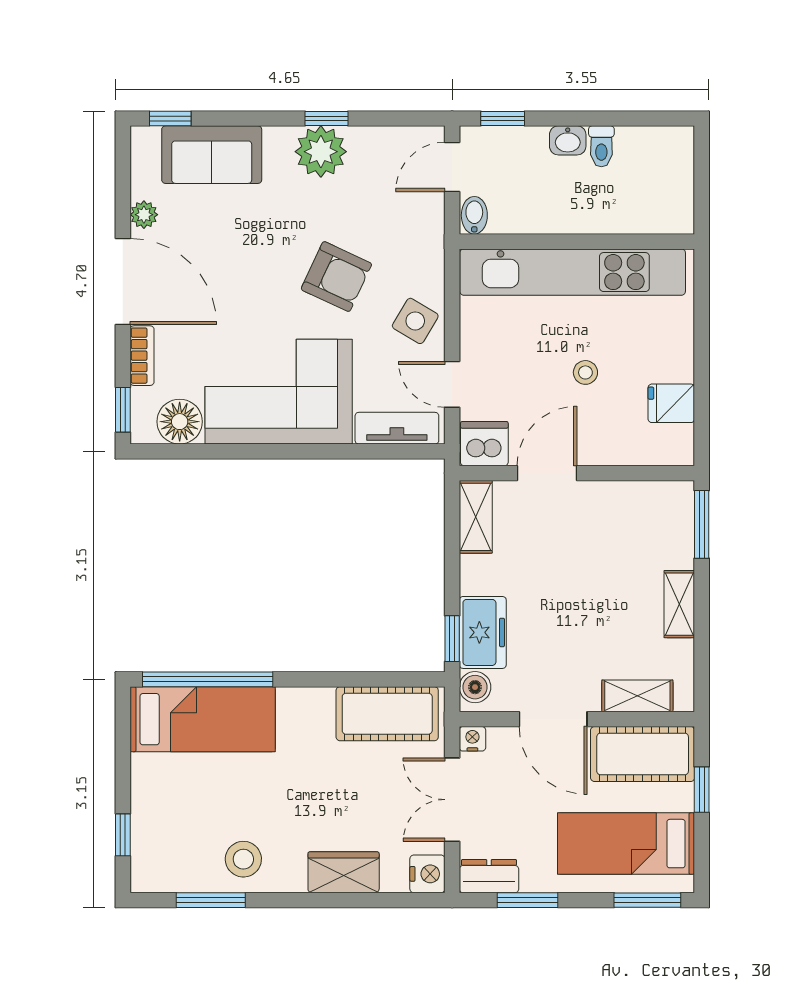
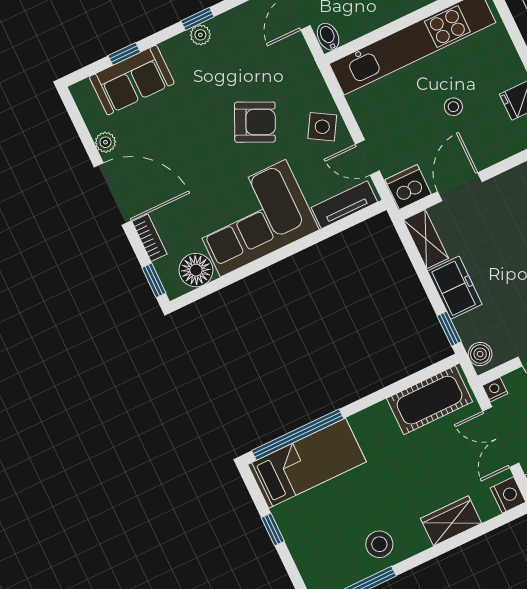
window: (170, 119) -> (124, 54), moved
plant: (321, 152) -> (200, 35), width x0.53, depth x0.53
freezer: (483, 632) -> (455, 288), moved
window: (123, 835) -> (273, 529), moved

